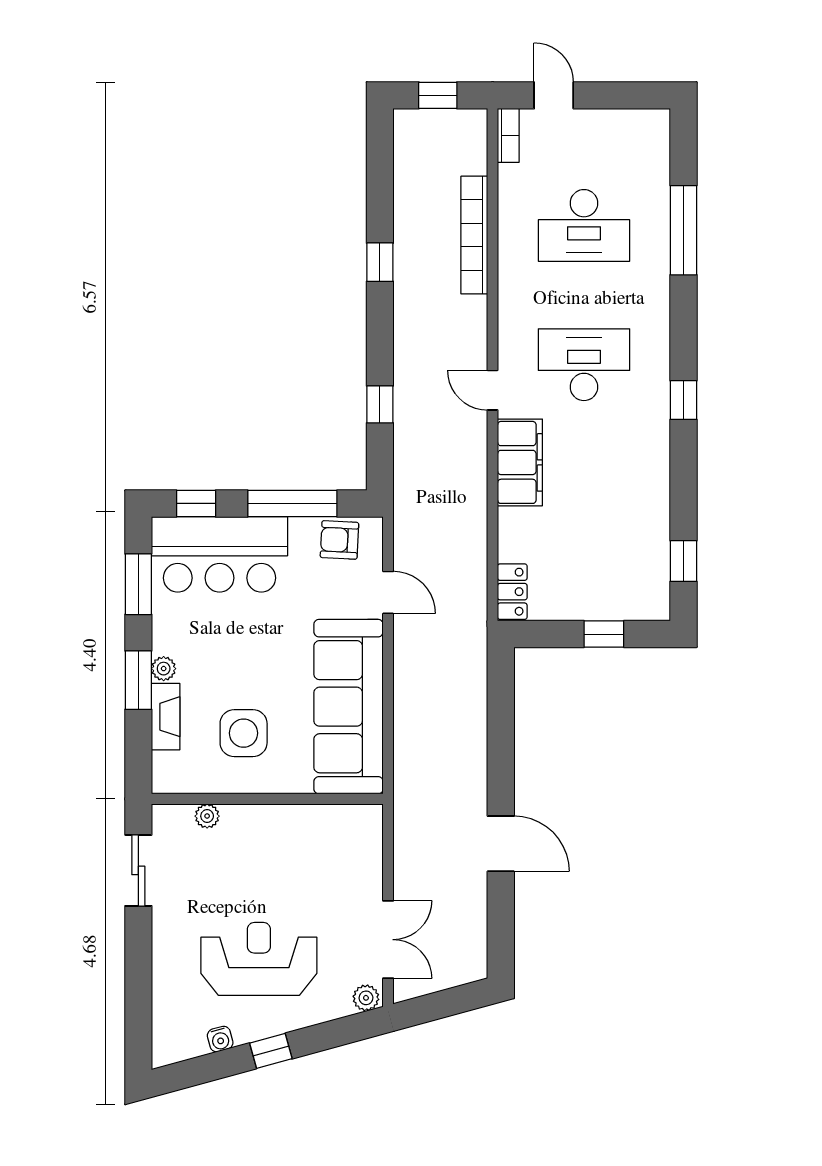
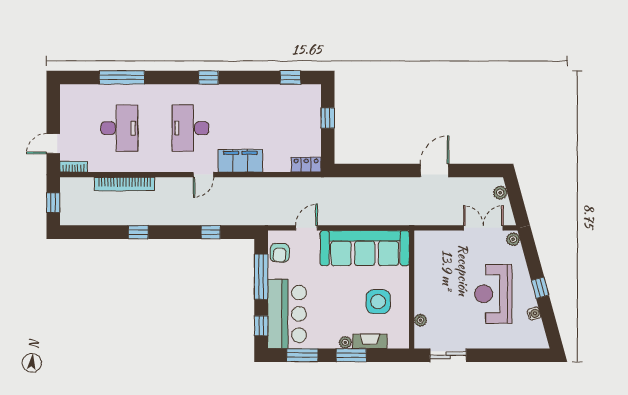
plant: (457, 973) -> (500, 193), added

